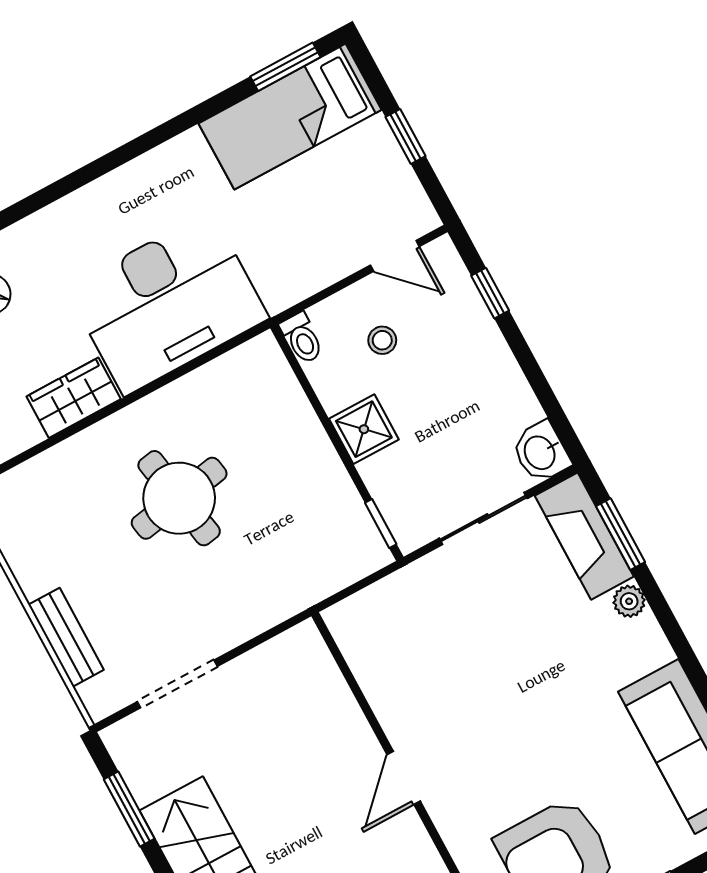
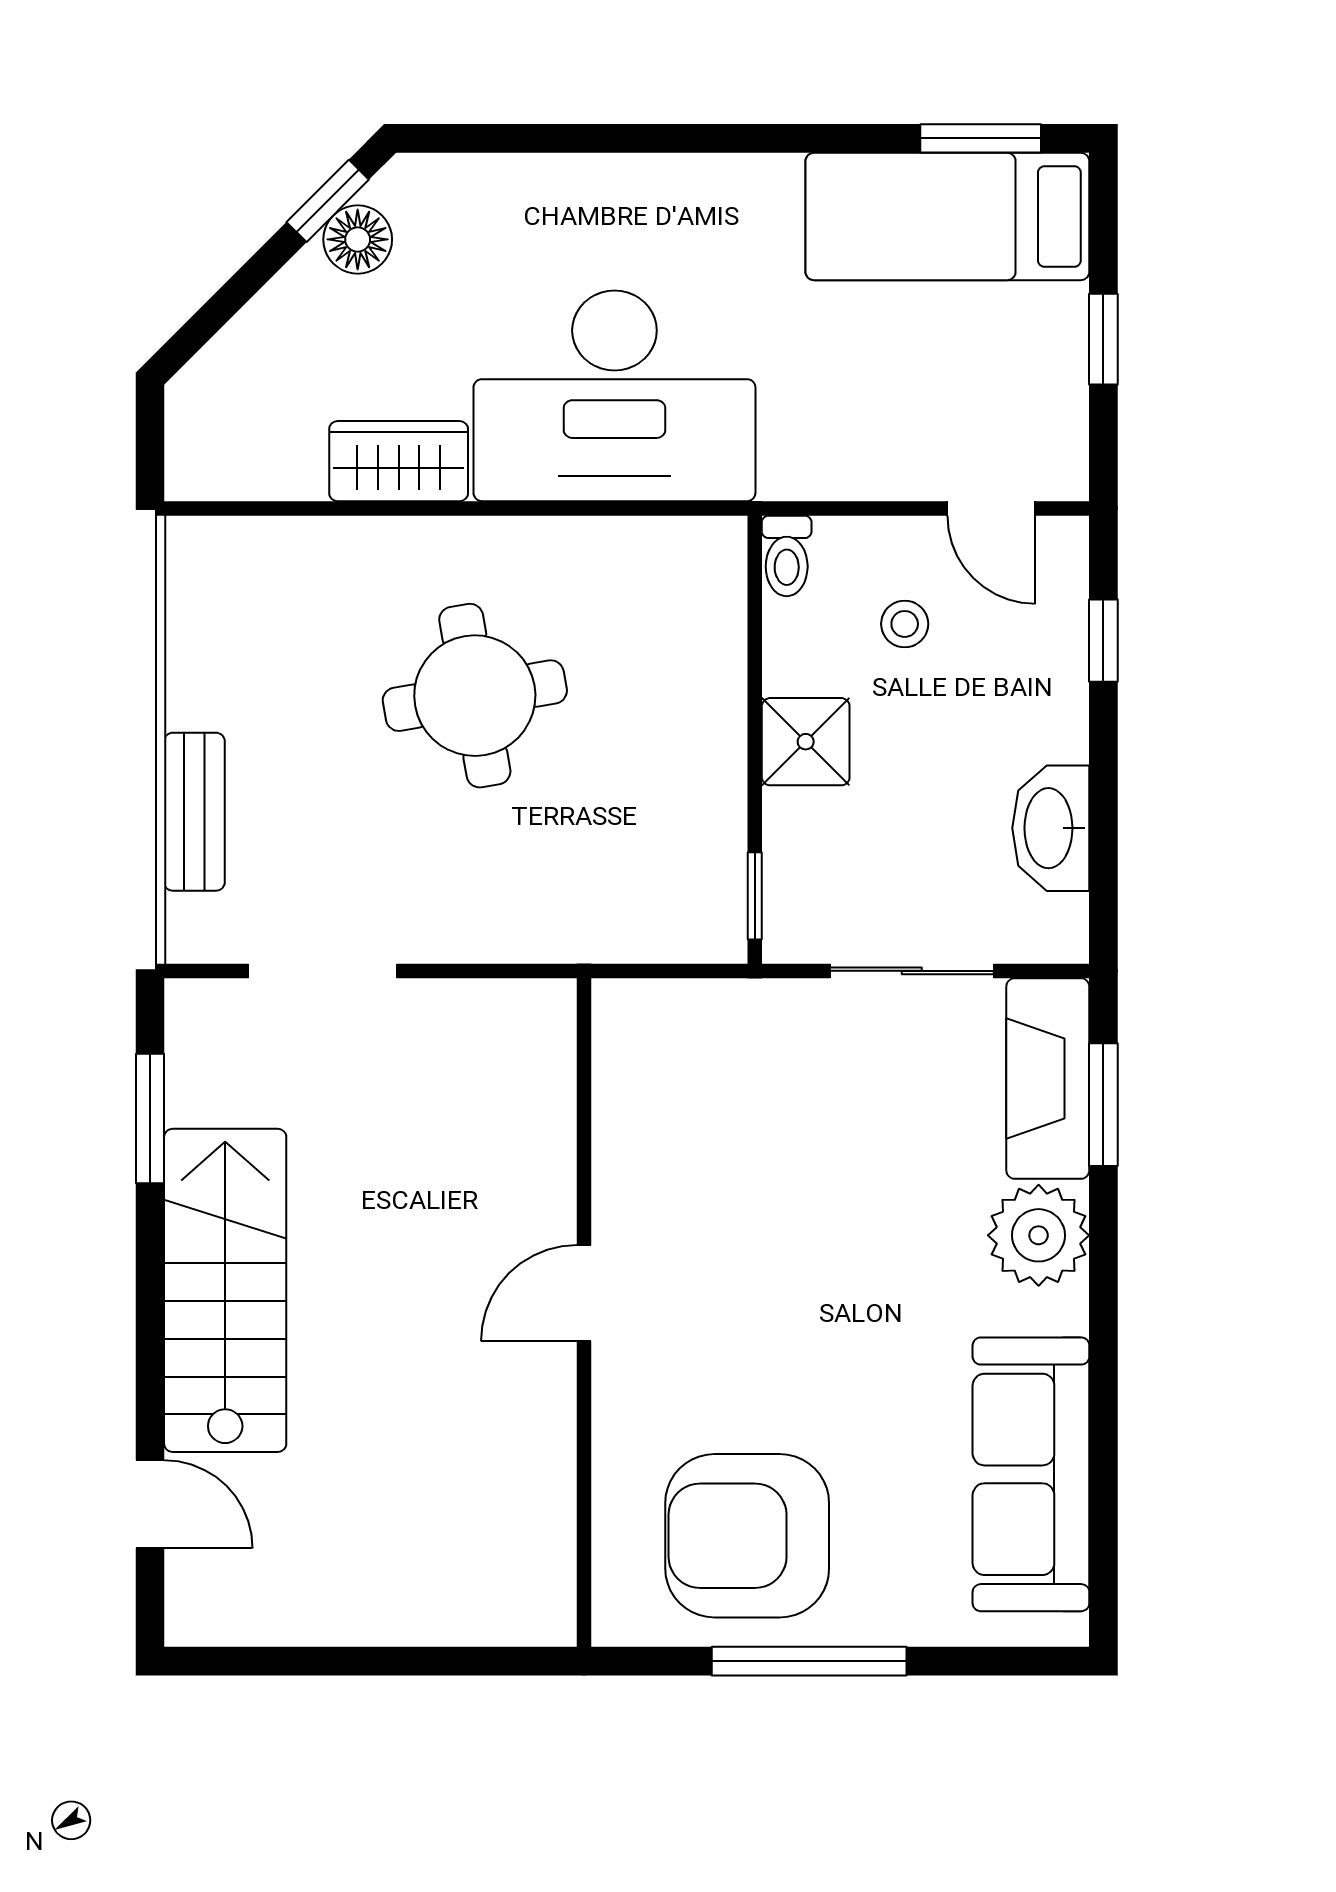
washbasin: (541, 452) -> (1051, 828), moved, width x1.38
plant: (629, 601) -> (1039, 1235), width x1.88, depth x1.88

